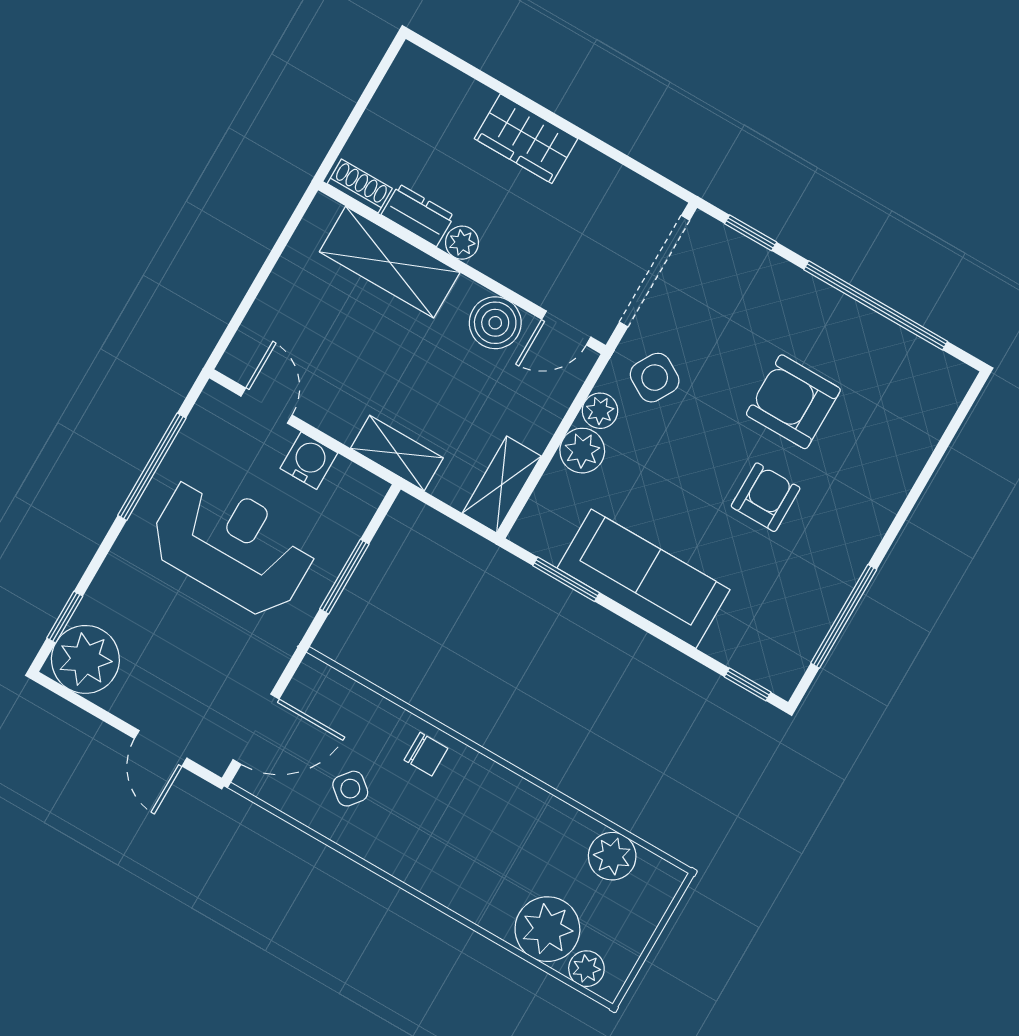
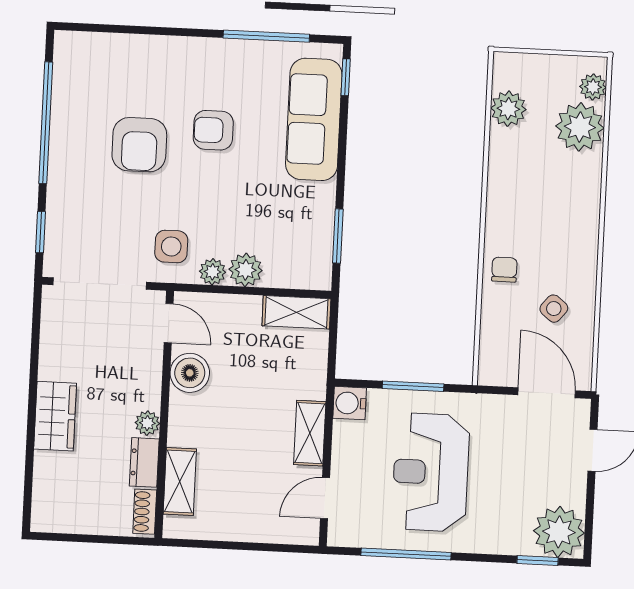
shelving: (390, 262) -> (180, 481), width x0.67, depth x0.75
side table: (655, 378) -> (171, 246), turned -30
shelving: (397, 453) -> (310, 433), moved
water cooler: (309, 461) -> (350, 403), moved
sofa: (644, 579) -> (314, 119), moved

